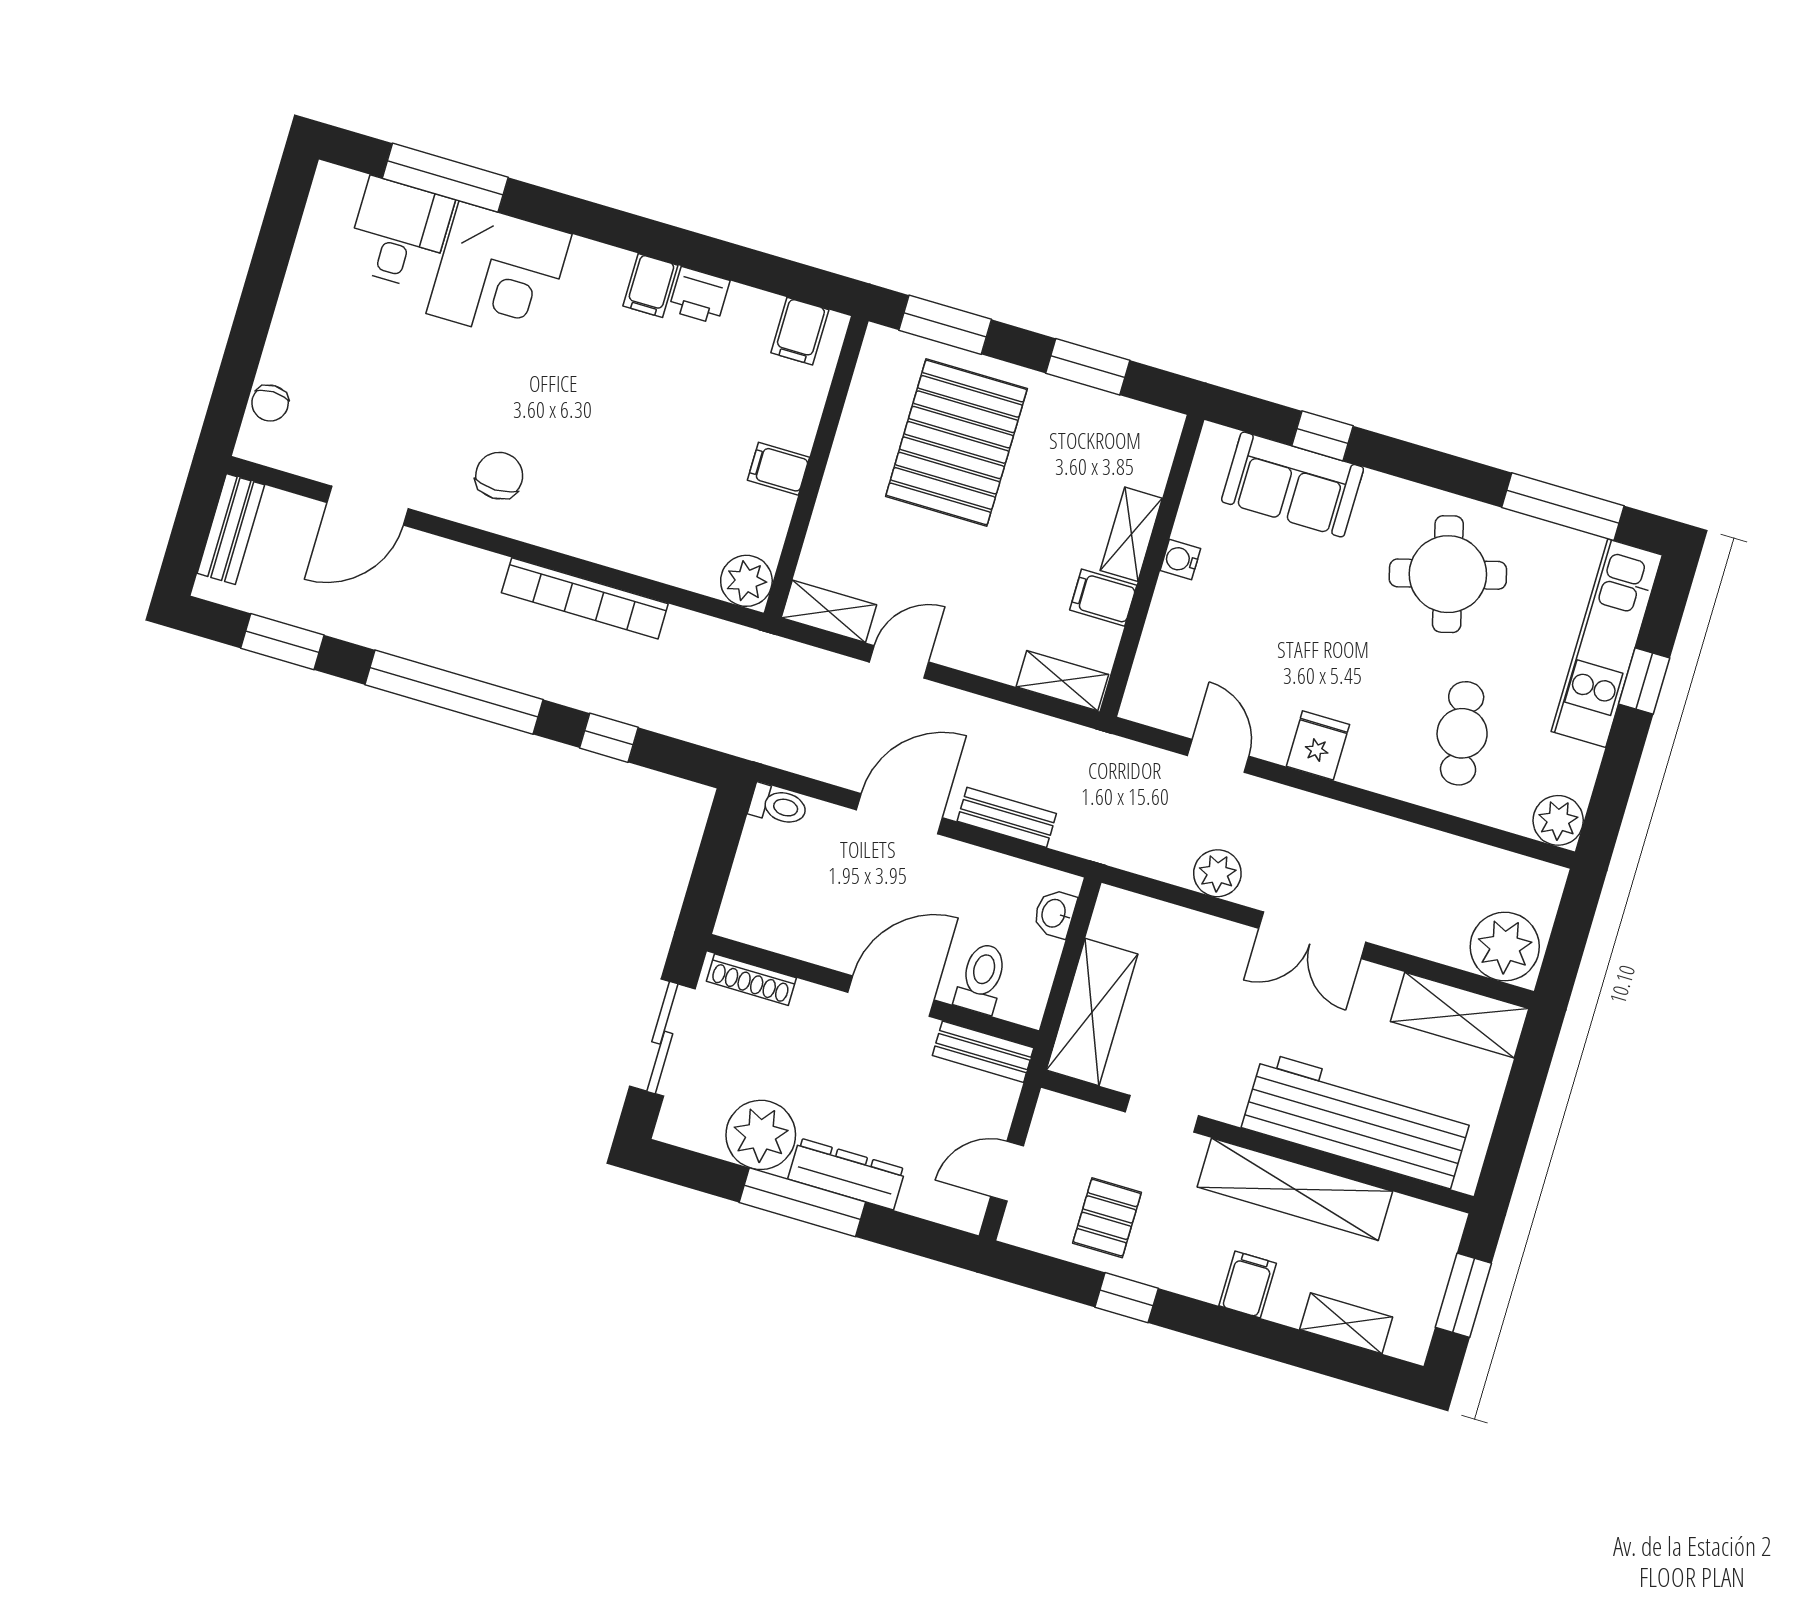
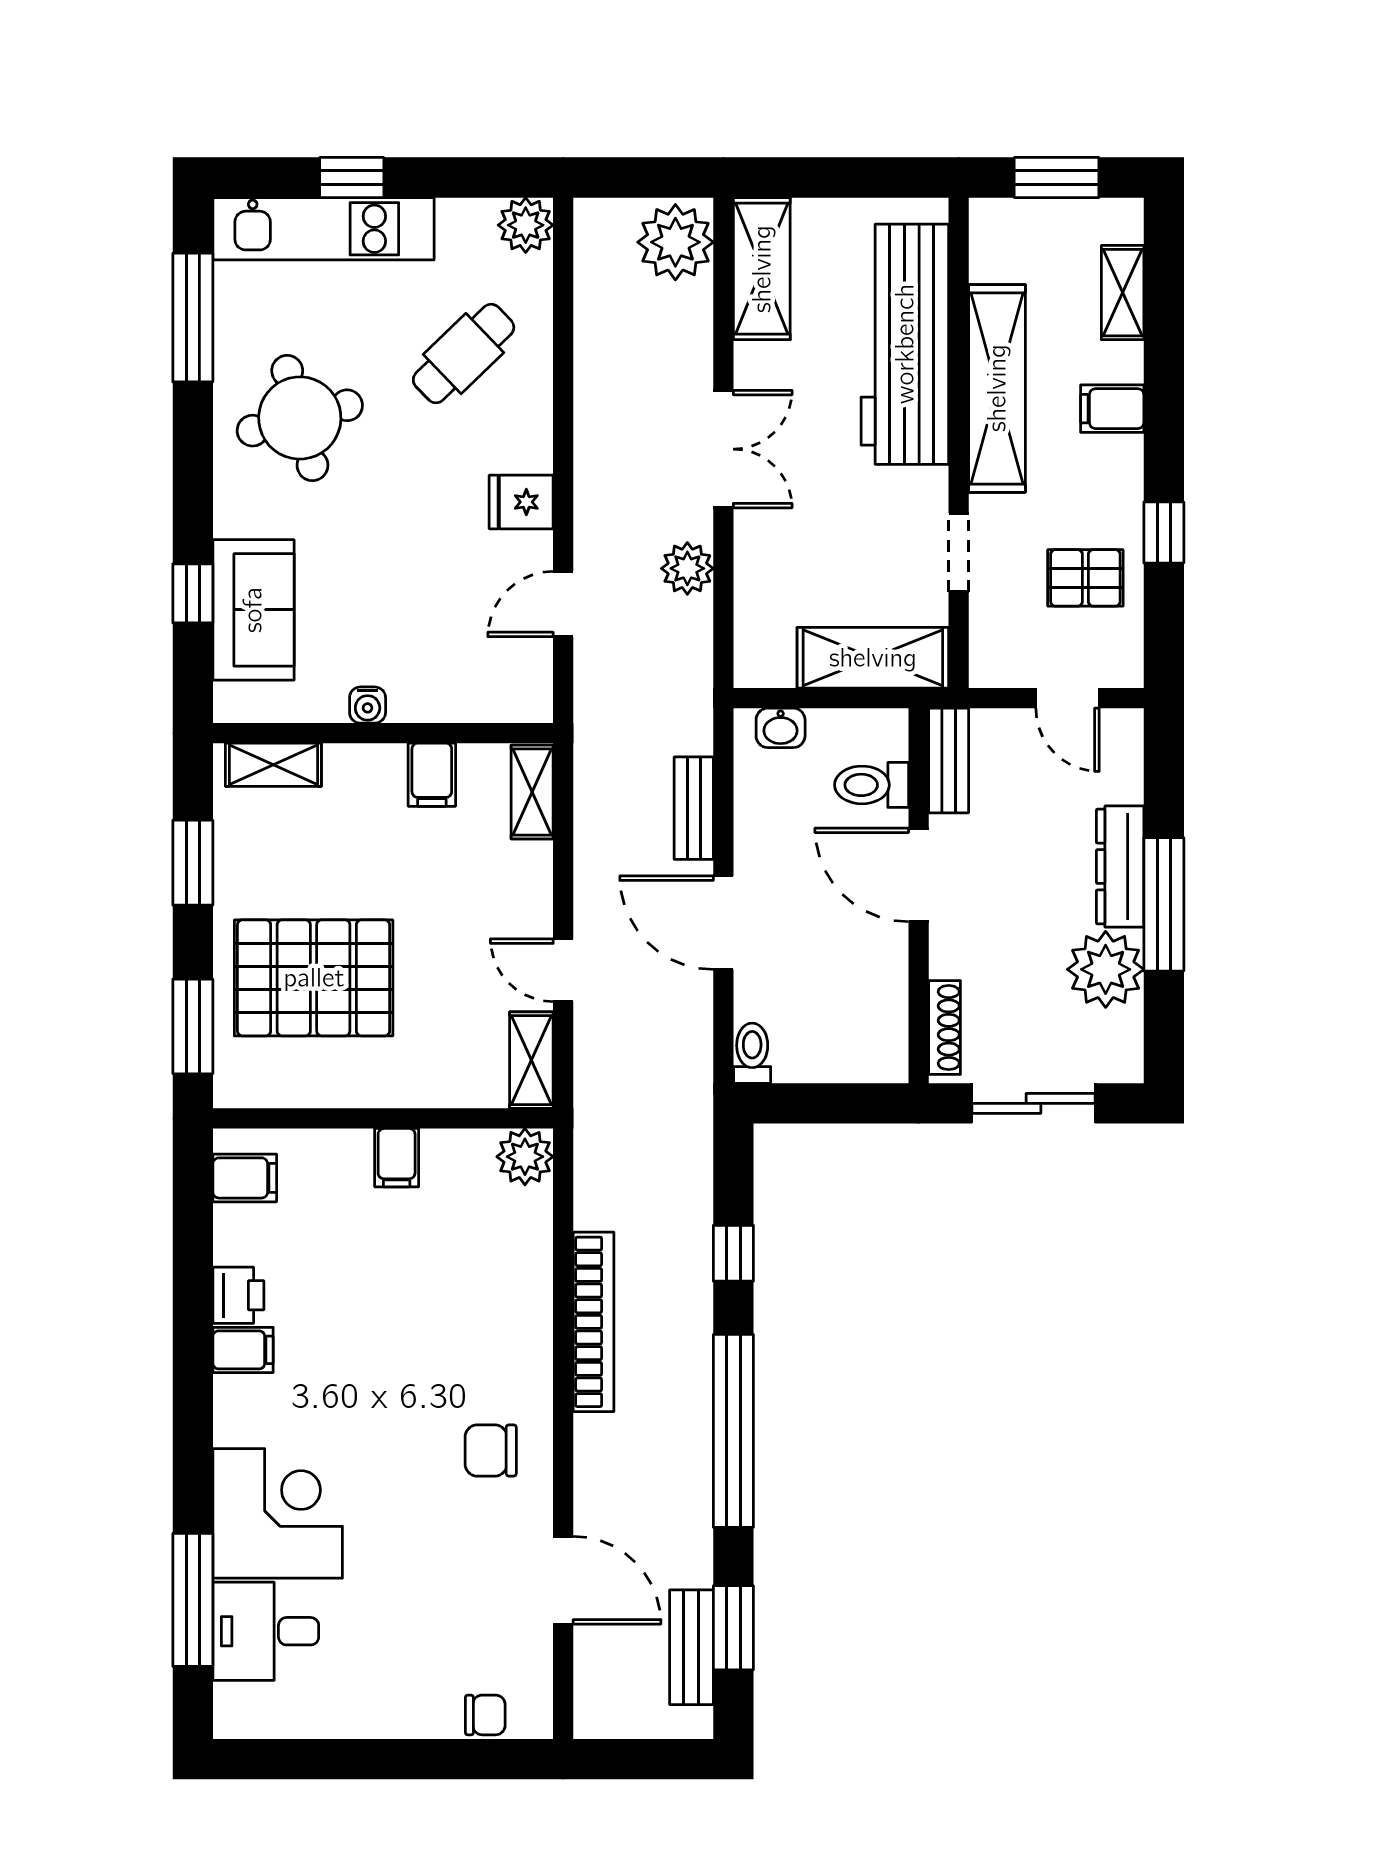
bench: (231, 529) -> (691, 1647), moved, turned 90
shelving: (1131, 534) -> (273, 765), moved
cafe table: (1462, 733) -> (464, 354), turned -34

